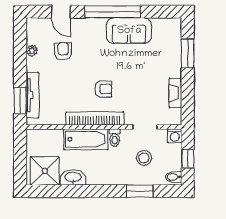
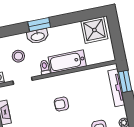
bookcase: (95, 119) -> (63, 79), removed
washbasin: (73, 177) -> (38, 36), moved
window: (140, 191) -> (39, 25), moved

